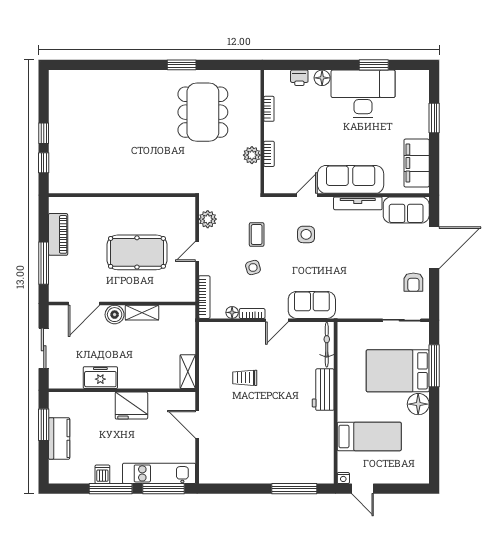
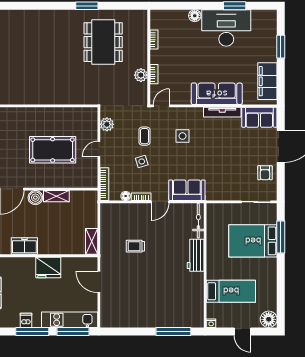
printer: (299, 78) -> (177, 16), removed
door: (307, 195) -> (161, 106), moved
floor lamp: (418, 404) -> (269, 319), moved
door: (362, 489) -> (242, 331), moved

